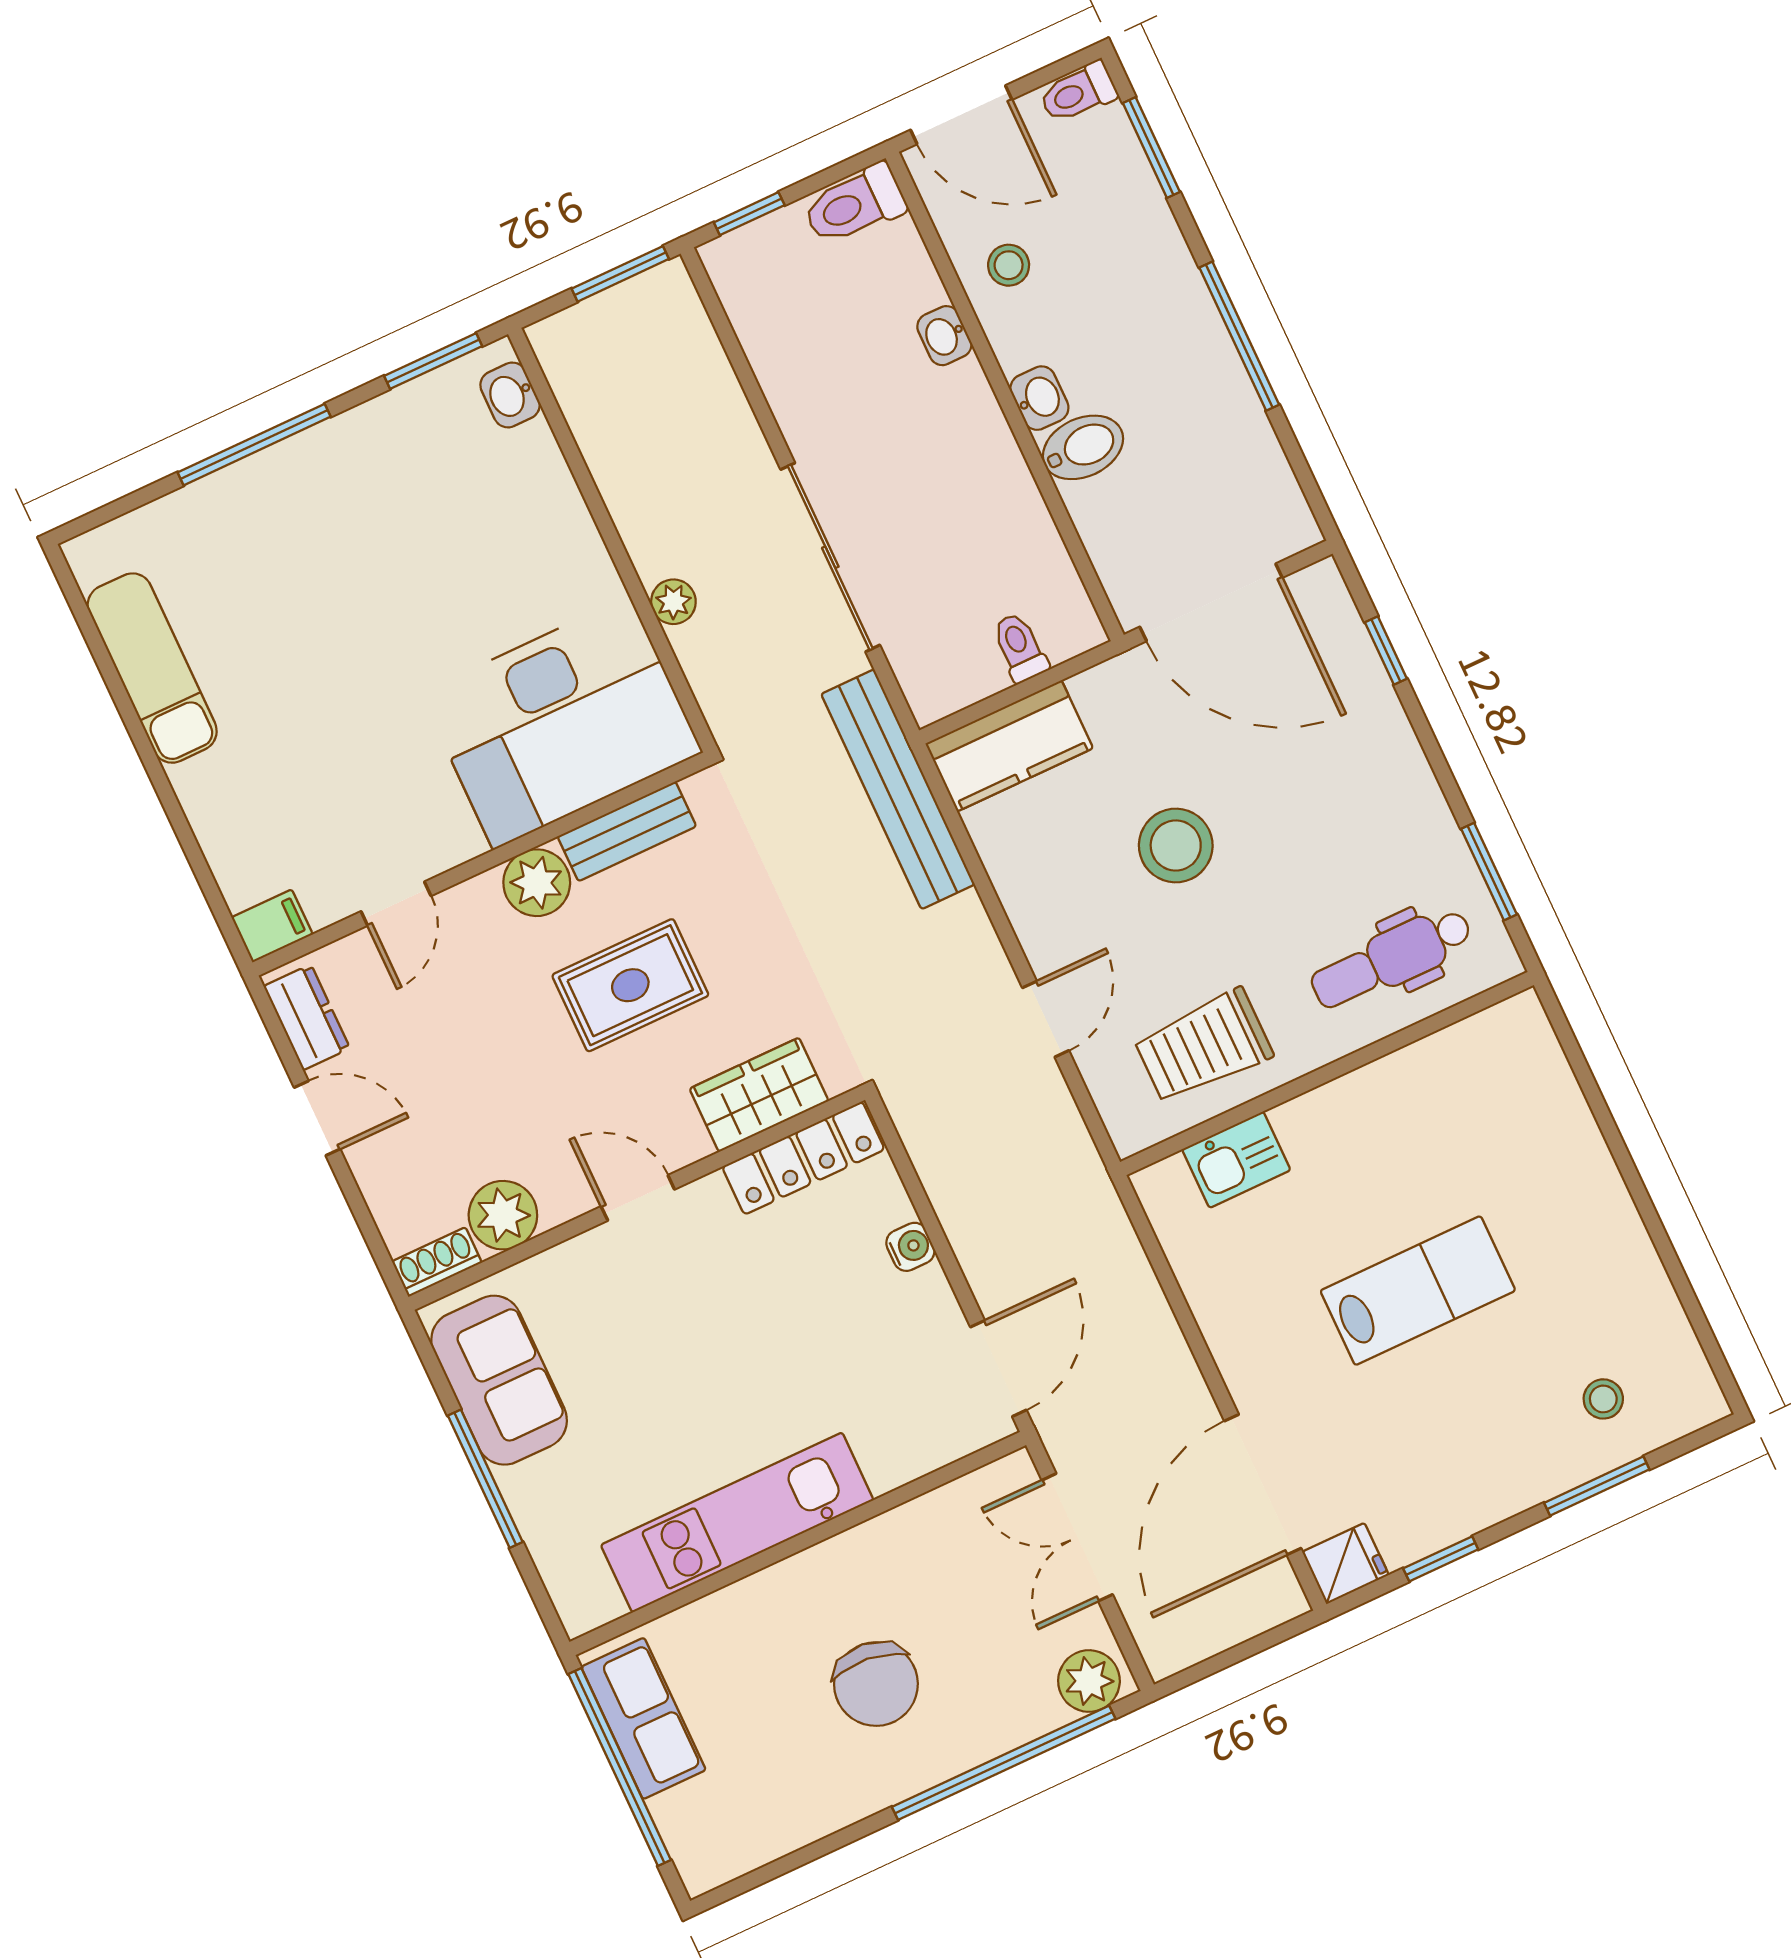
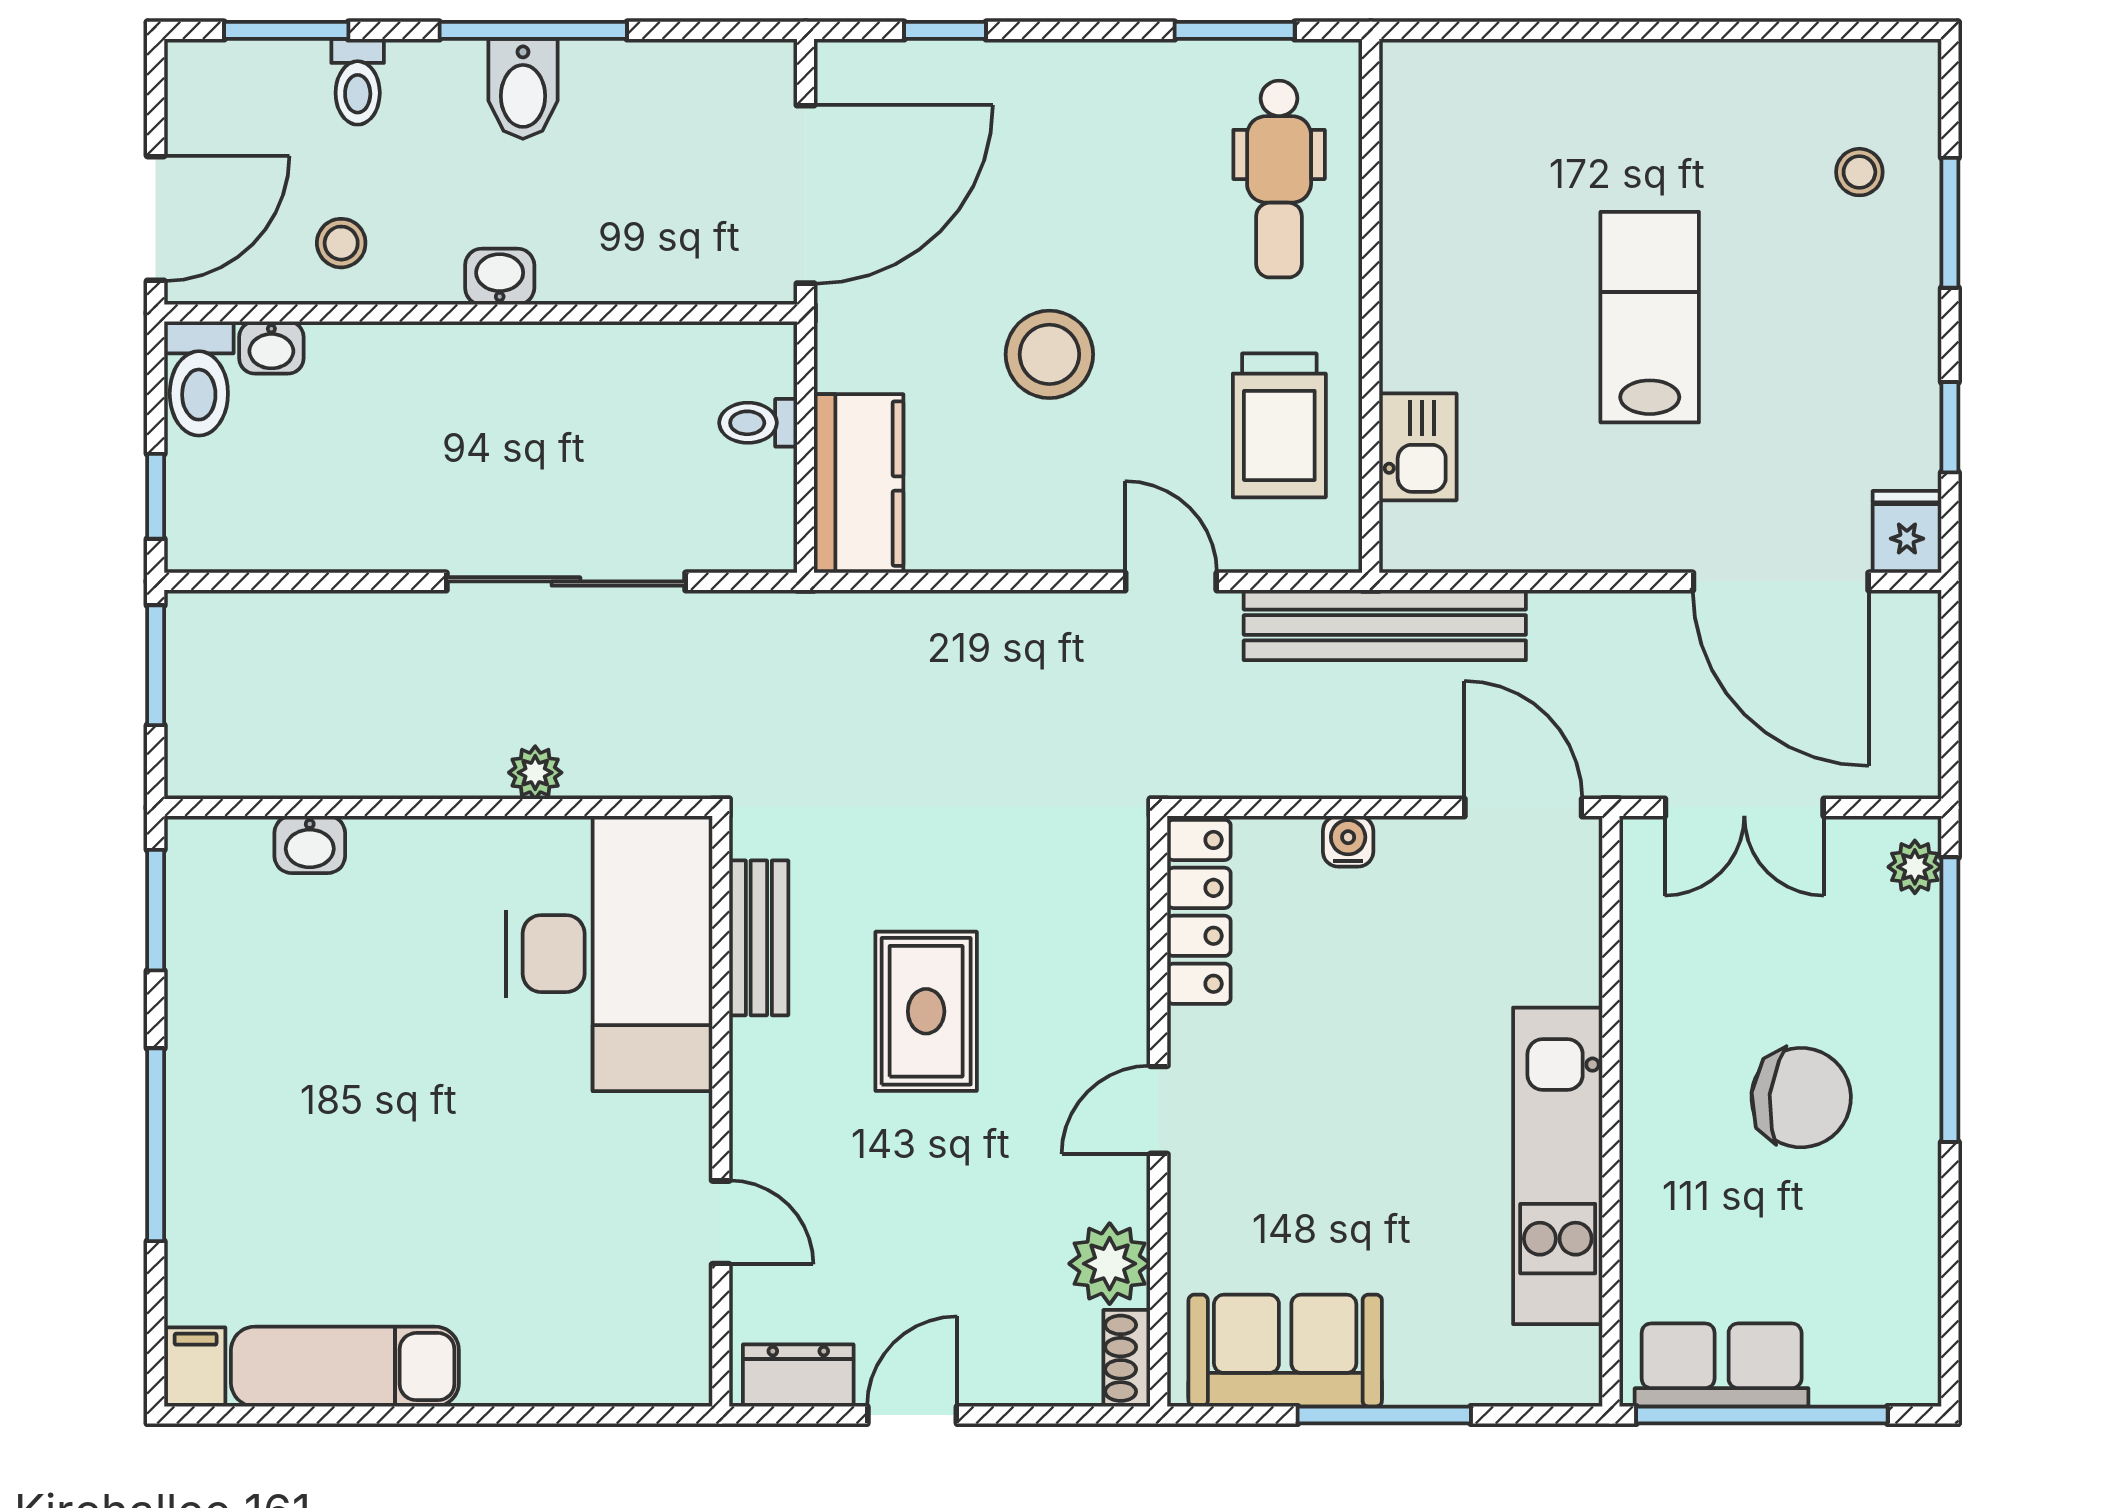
toilet: (1078, 93) -> (358, 82), moved
washbasin: (944, 336) -> (271, 348), moved
washbasin: (510, 395) -> (310, 845), moved
bidet: (1083, 447) -> (523, 89), moved, turned 180
bench: (898, 789) -> (1385, 625), moved
plant: (537, 883) -> (769, 1061), removed
filing cabinet: (272, 926) -> (196, 1367), moved
wardrobe: (759, 1095) -> (1109, 928), removed
plant: (1089, 1681) -> (1915, 867), width x0.73, depth x0.73

